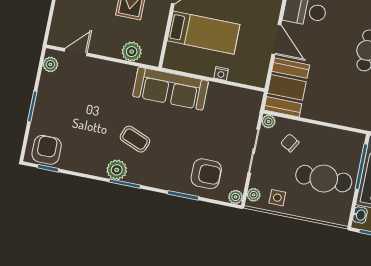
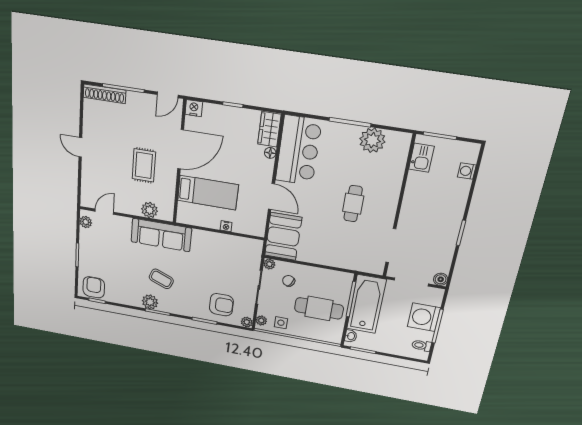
sofa: (171, 89) -> (161, 235), moved

